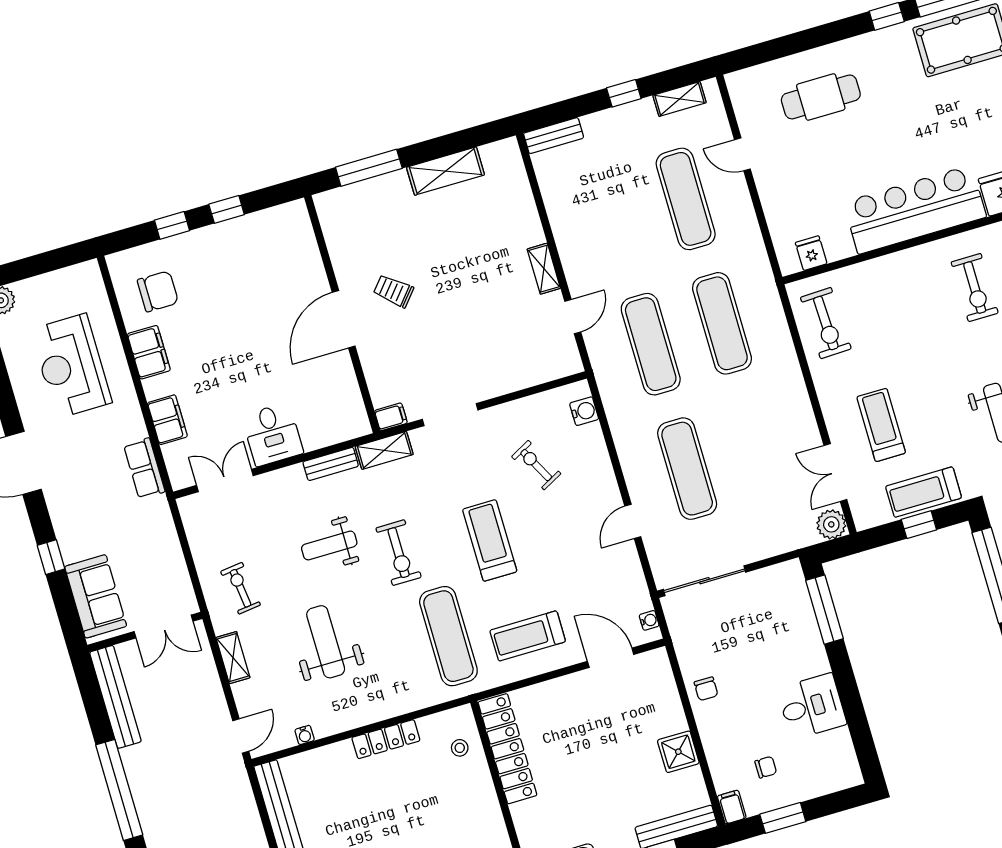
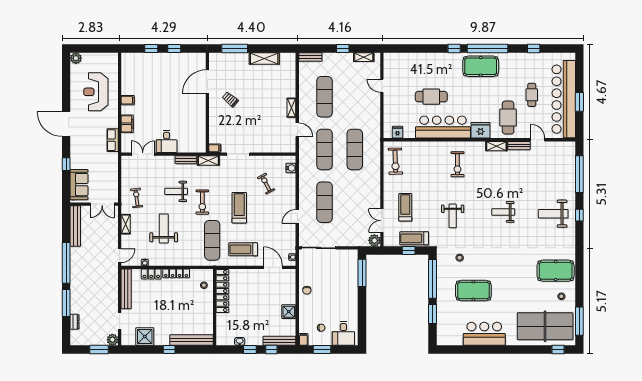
cafe table: (821, 97) -> (431, 97), moved
exercise mat: (686, 199) -> (325, 97), moved
chair: (158, 291) -> (138, 73), removed
door: (573, 317) -> (297, 130), hinge flipped
door: (344, 319) -> (207, 82), moved
filing cabinet: (149, 352) -> (128, 100), width x0.50
desk: (812, 706) -> (343, 333), moved, turned 90
locker: (328, 758) -> (151, 274), added

